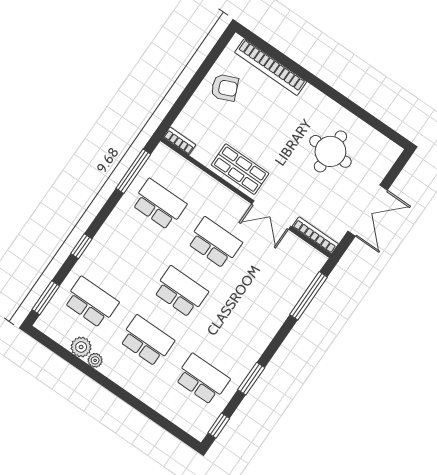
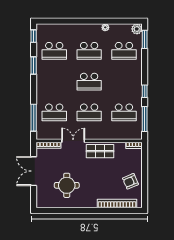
window: (81, 246) -> (145, 91), moved
school desk: (270, 281) -> (54, 112), added
plant: (81, 347) -> (137, 29), moved

